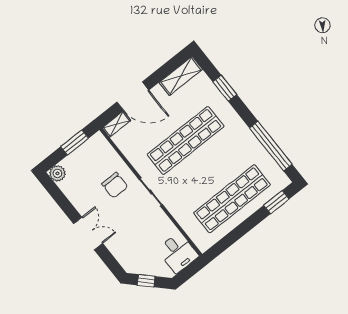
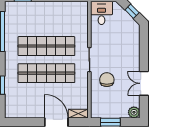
shelving: (181, 76) -> (20, 112), removed
shop shelf: (232, 199) -> (46, 46), moved
double door: (88, 234) -> (144, 83), moved

